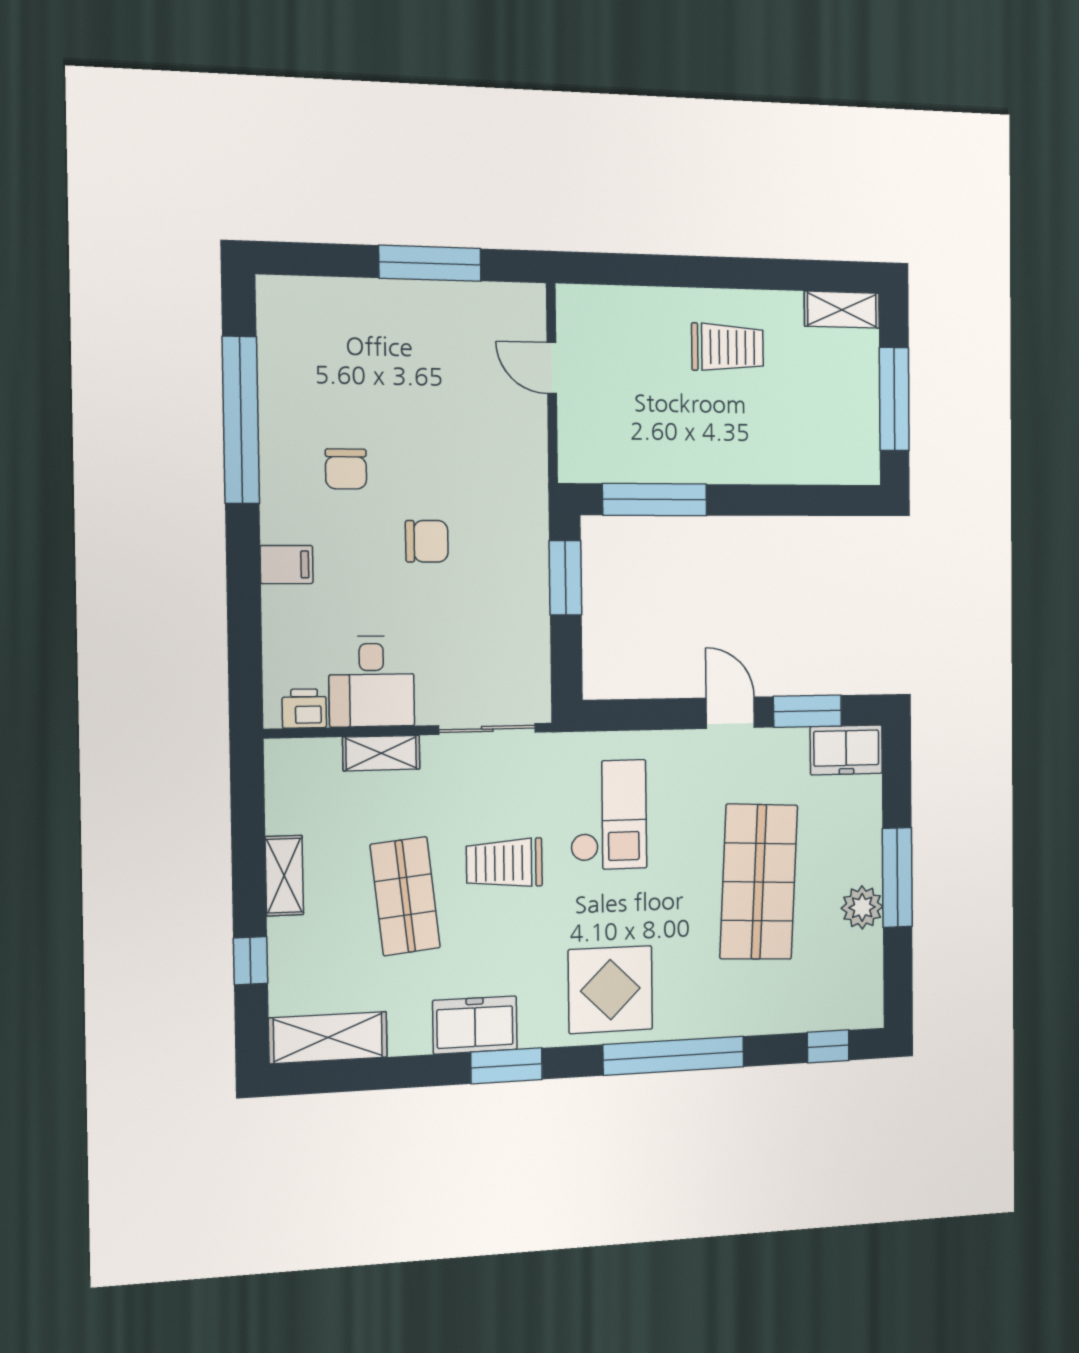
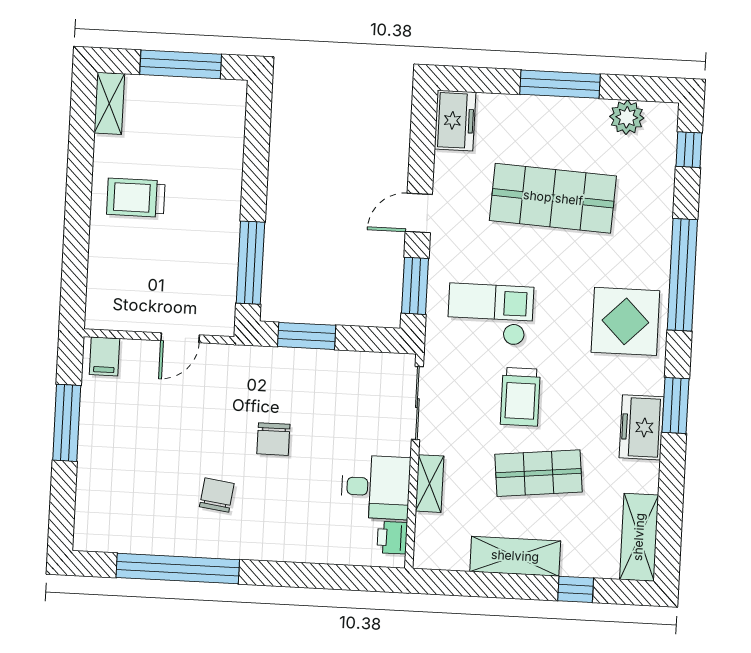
trolley: (727, 347) -> (136, 198), turned -90
door: (552, 368) -> (180, 338), moved
chair: (346, 469) -> (217, 495), turned -82
chair: (427, 541) -> (273, 439), turned 180
filing cabinet: (287, 564) -> (104, 356), moved, turned 180
window: (808, 711) -> (415, 286), moved
shelving: (284, 876) -> (515, 556), width x1.50, depth x1.33
plant: (862, 907) -> (627, 117), moved

